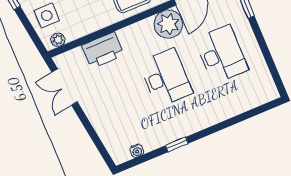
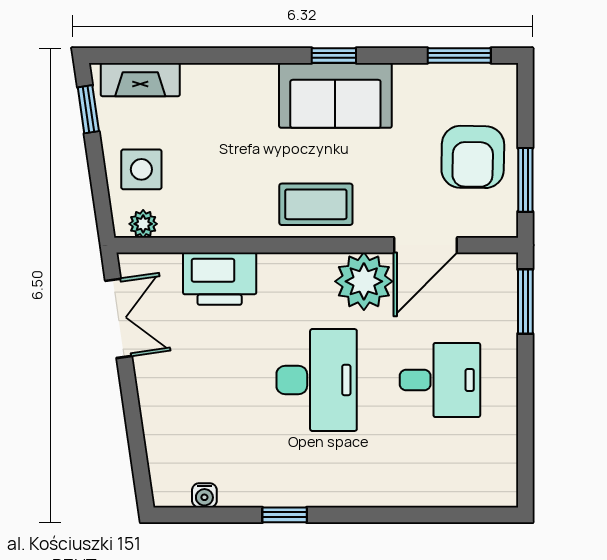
desk: (221, 54) -> (440, 380), width x0.73
double door: (65, 87) -> (119, 318), swing flipped

